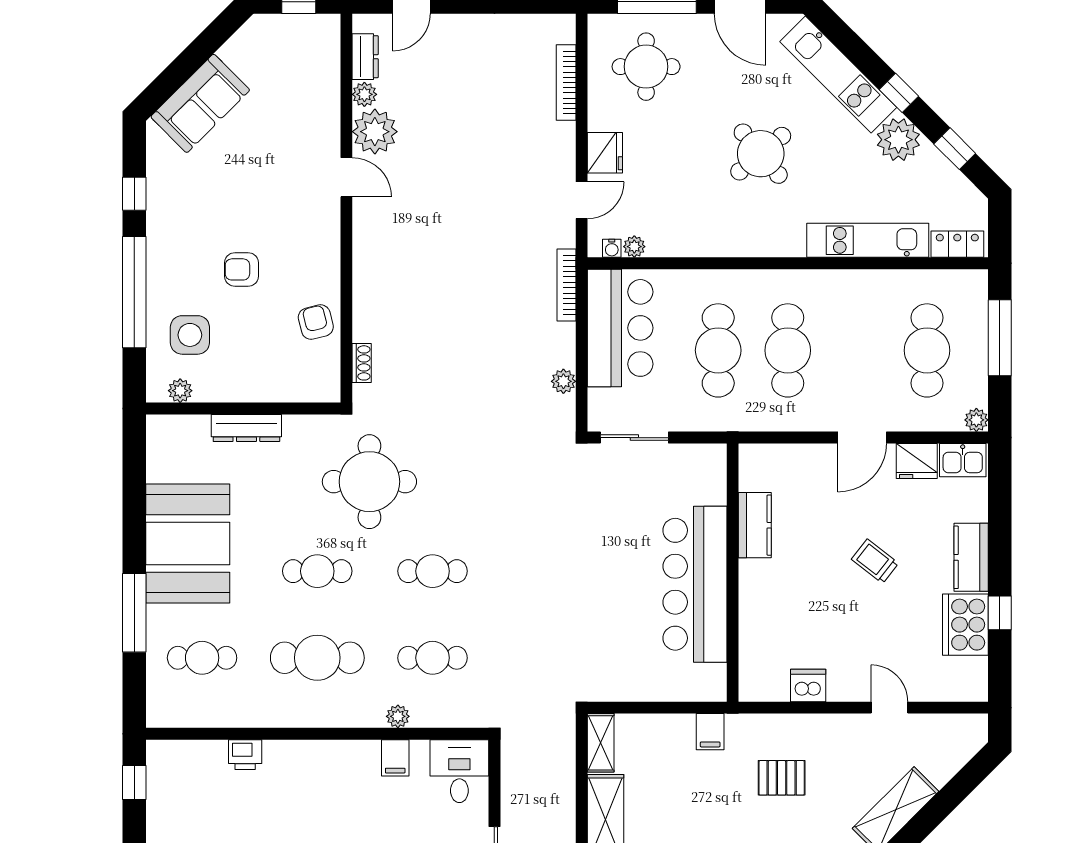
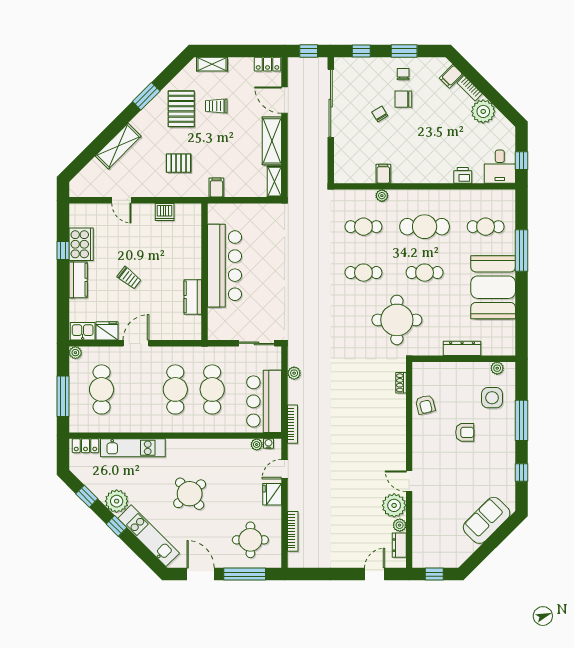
window: (134, 292) -> (521, 420), width x0.68
desk: (459, 771) -> (500, 167), moved

